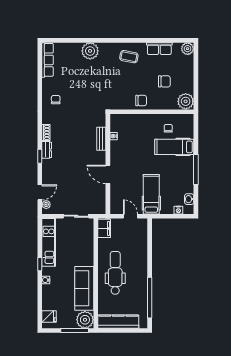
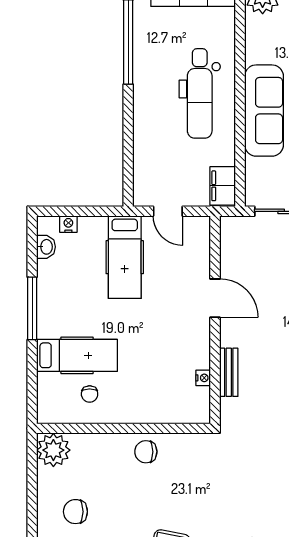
chair: (164, 81) -> (75, 512), moved
sofa: (84, 288) -> (264, 111), moved

